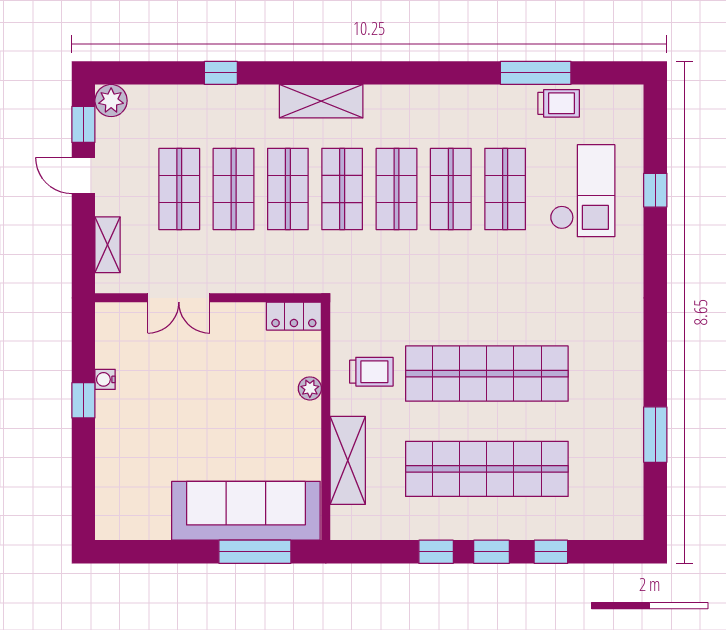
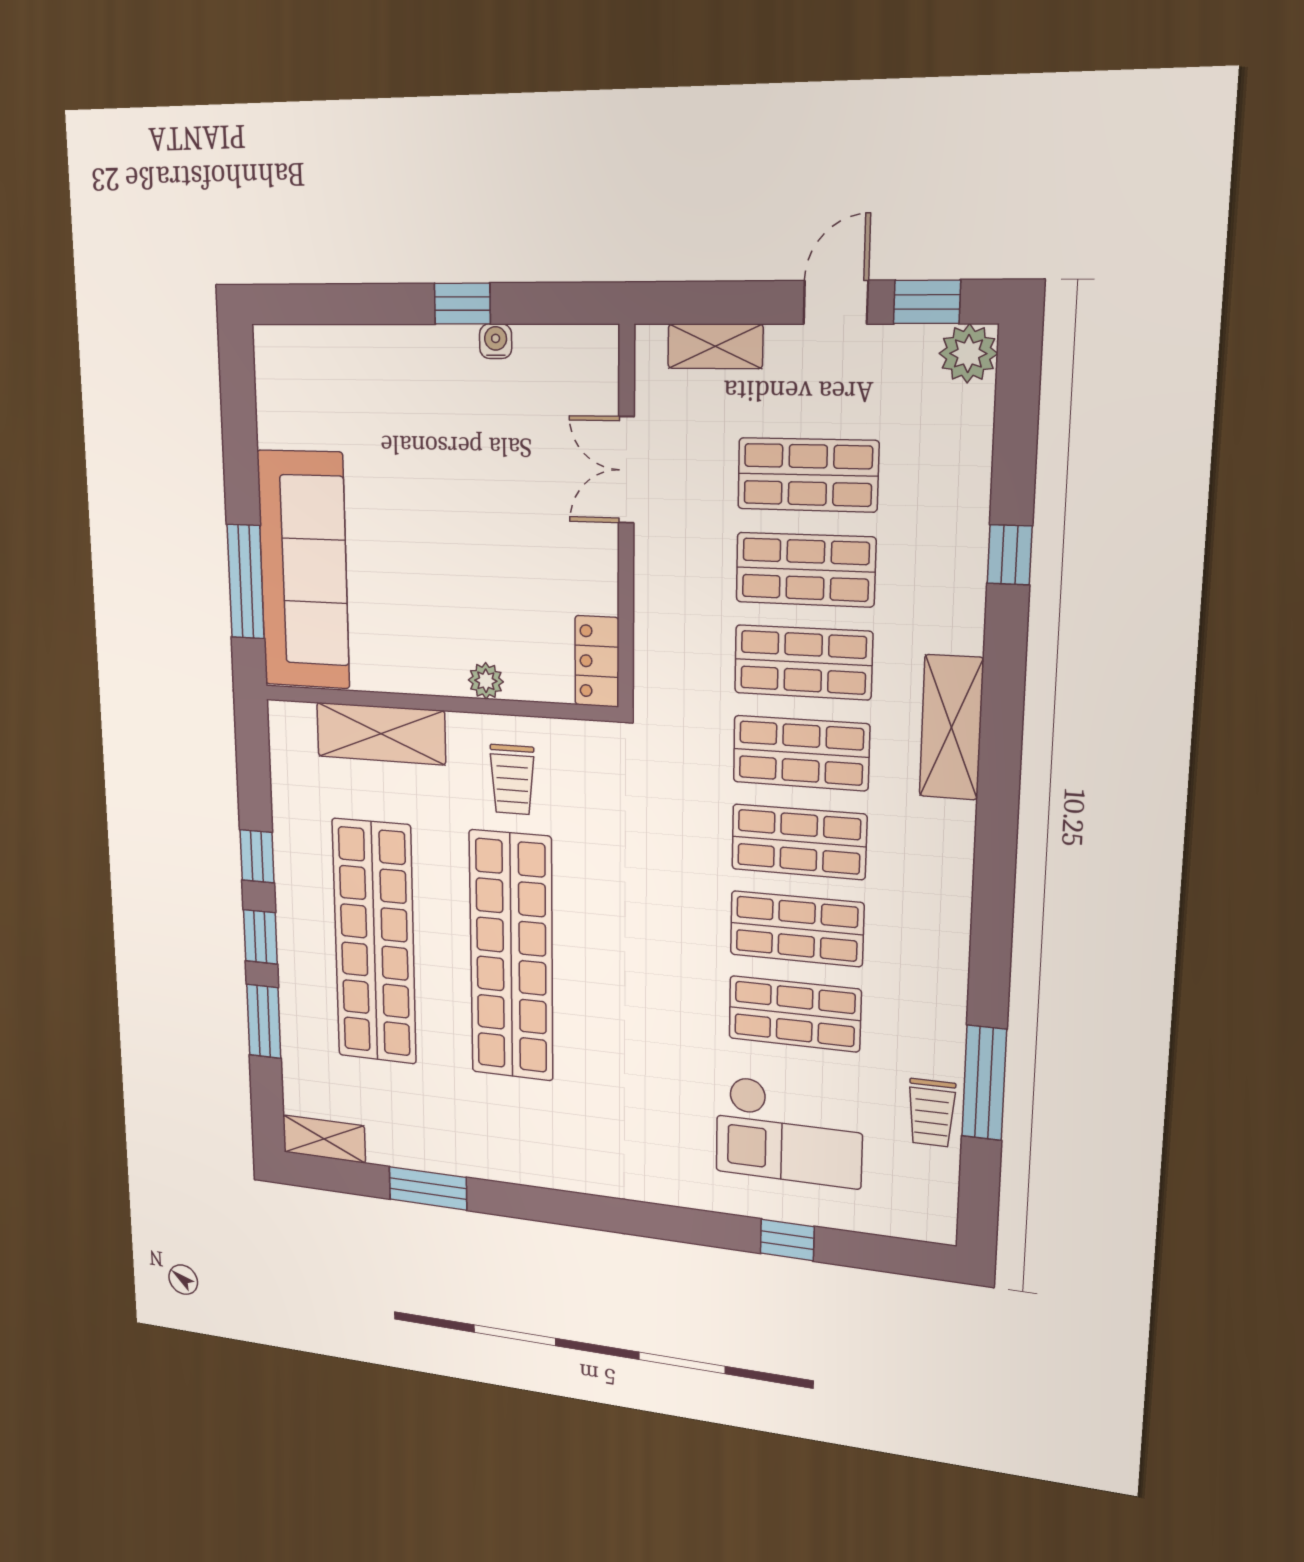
shelving: (630, 510) -> (324, 1139), added
window: (551, 552) -> (264, 1021), width x1.50

